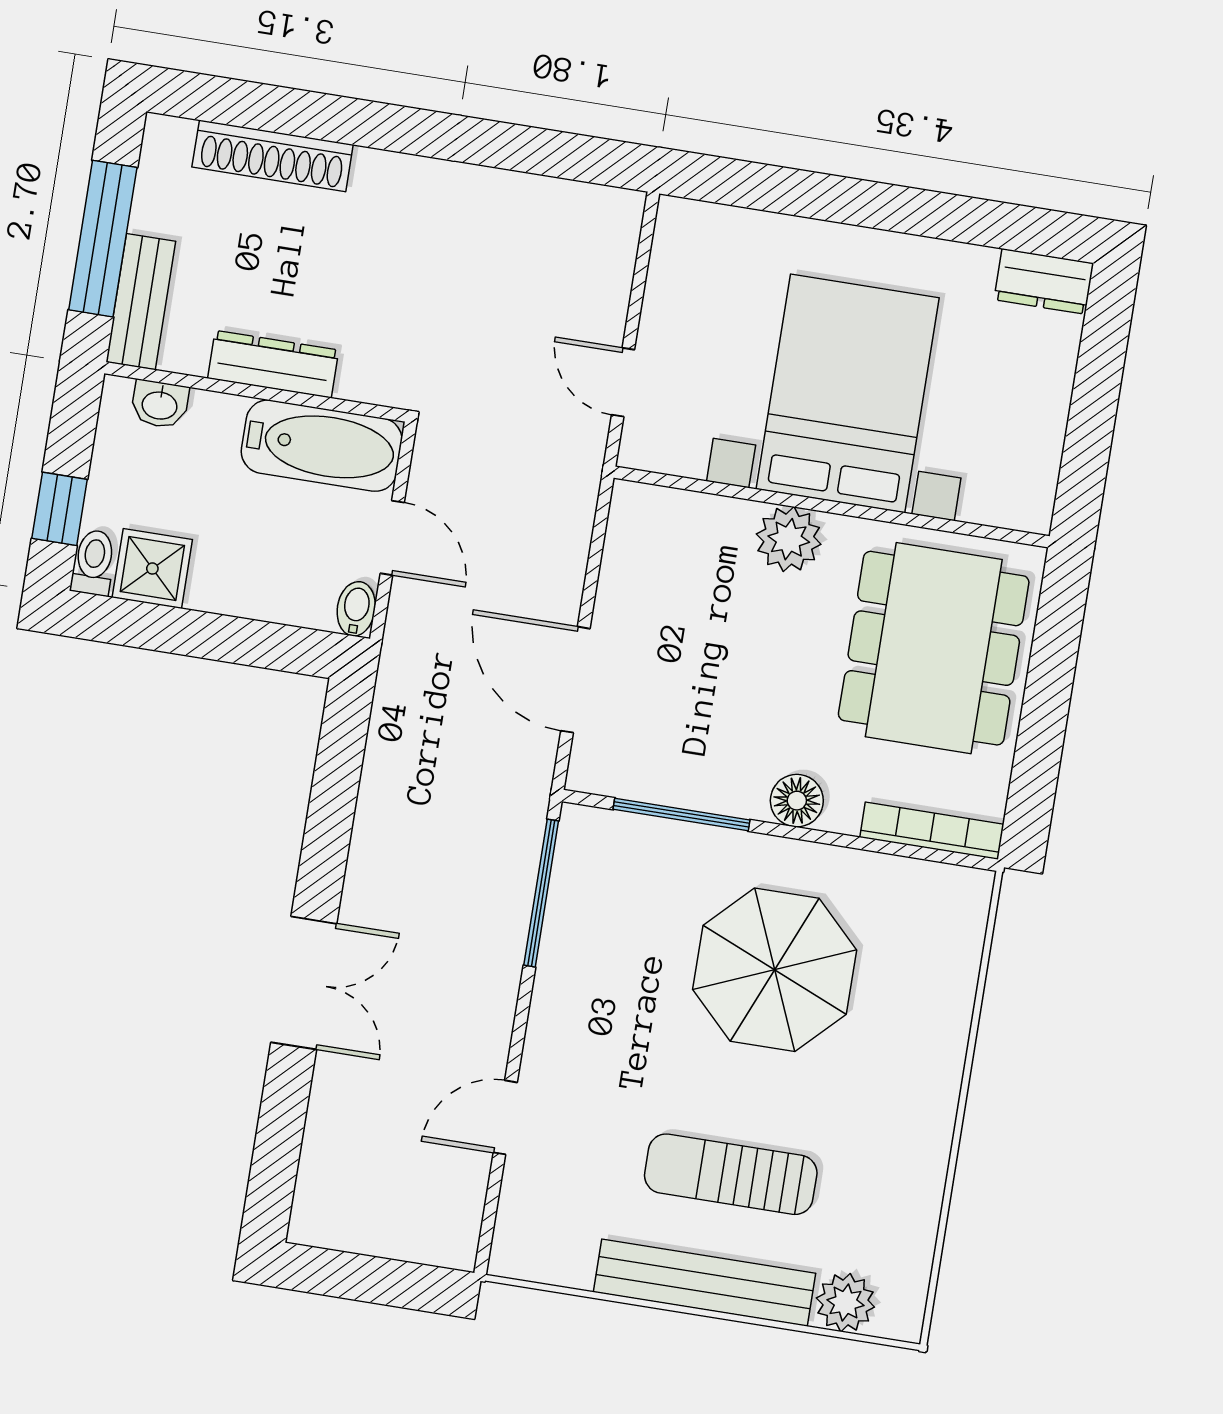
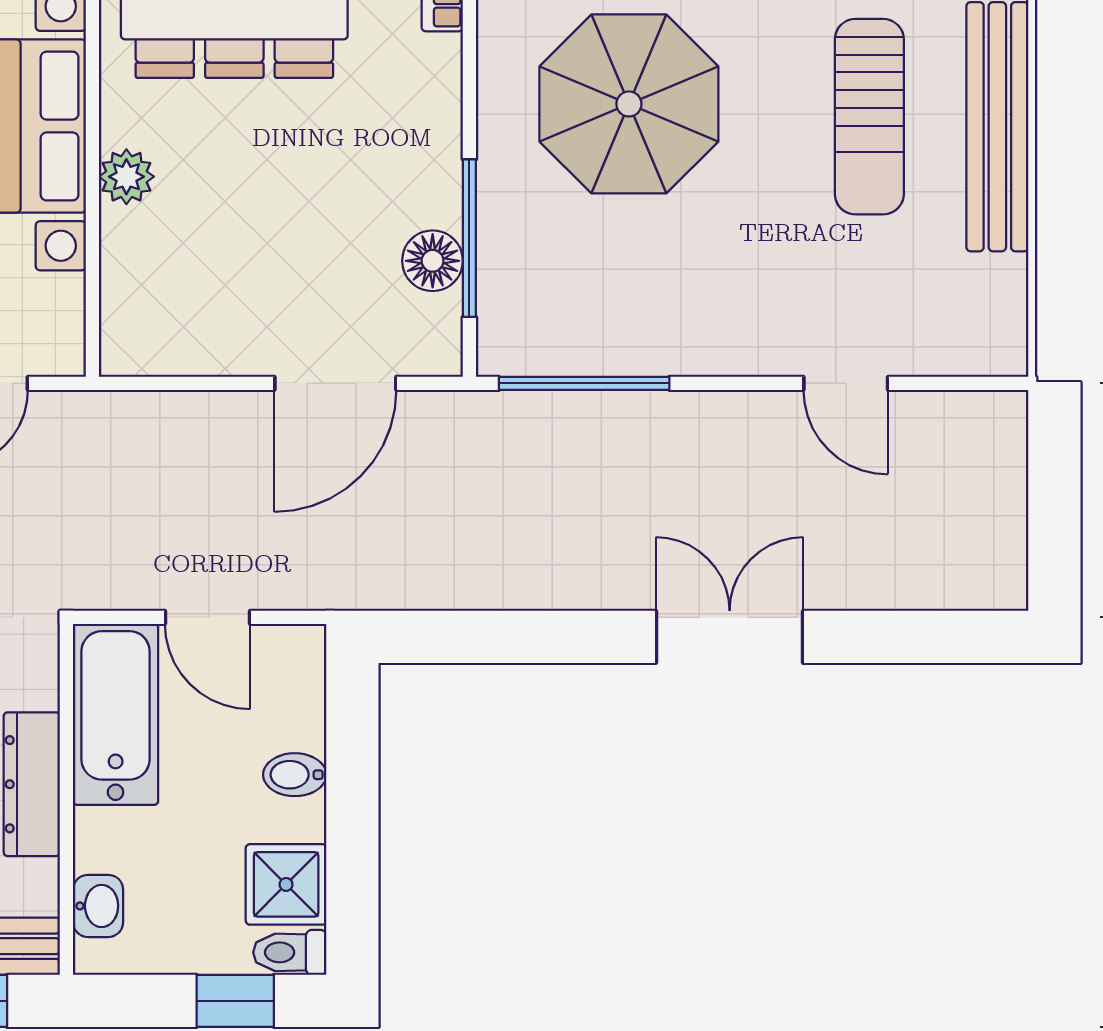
door: (392, 538) -> (208, 617), swing flipped
plant: (789, 539) -> (126, 177), width x0.73, depth x0.73
bidet: (356, 609) -> (295, 775), moved
floor lamp: (797, 801) -> (433, 261), moved

